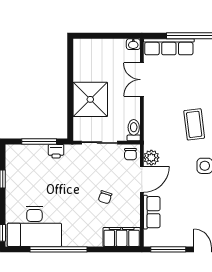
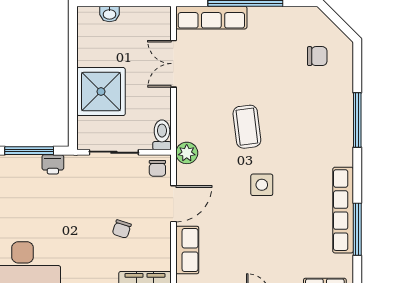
washbasin: (133, 44) -> (110, 14), moved
plant: (151, 158) -> (187, 153), moved

